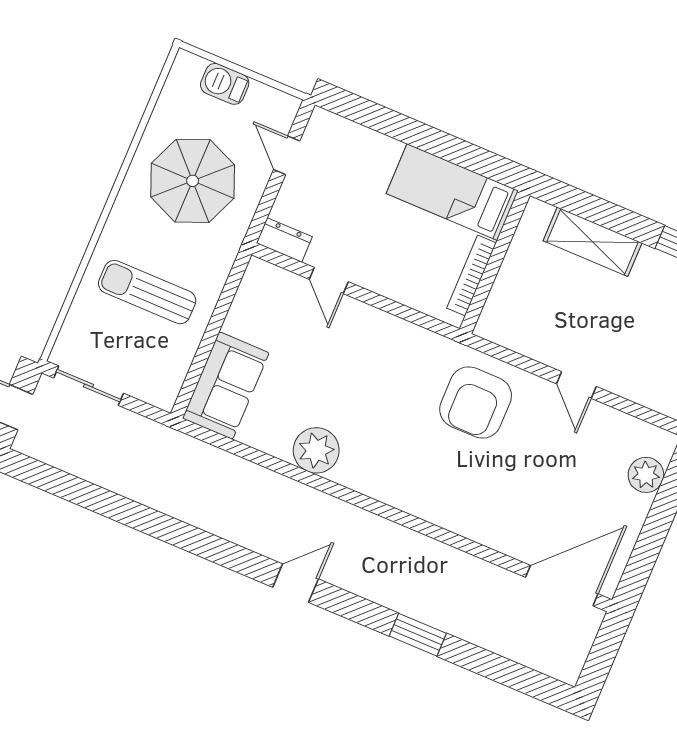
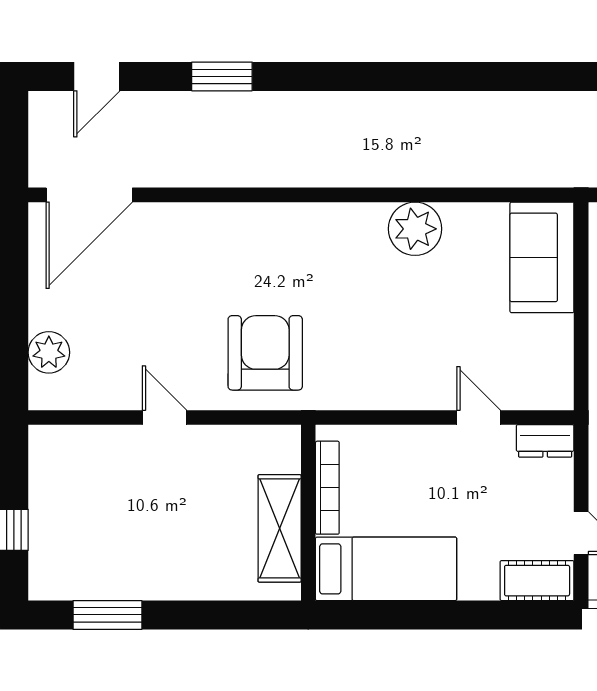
cot: (337, 133) -> (537, 581), added
shelving: (593, 242) -> (280, 528), moved, turned 90
door: (296, 583) -> (97, 76), moved

